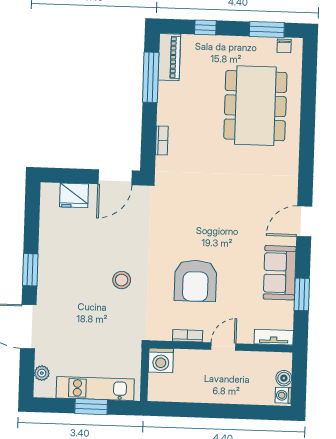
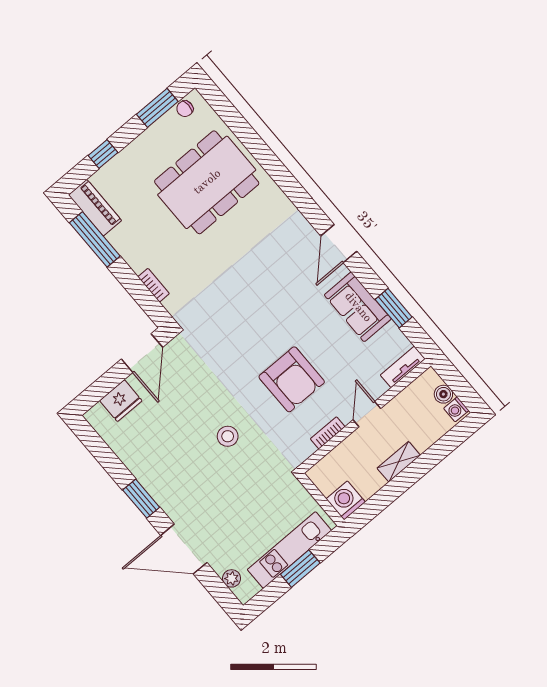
chair: (284, 46) -> (185, 109), turned 90
dining table: (255, 106) -> (207, 182), turned 90
washing machine: (161, 360) -> (346, 500), moved, turned 180
shelving: (216, 395) -> (399, 462), added

